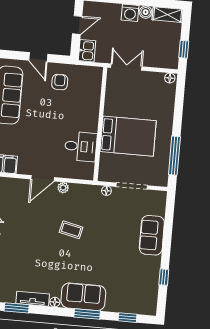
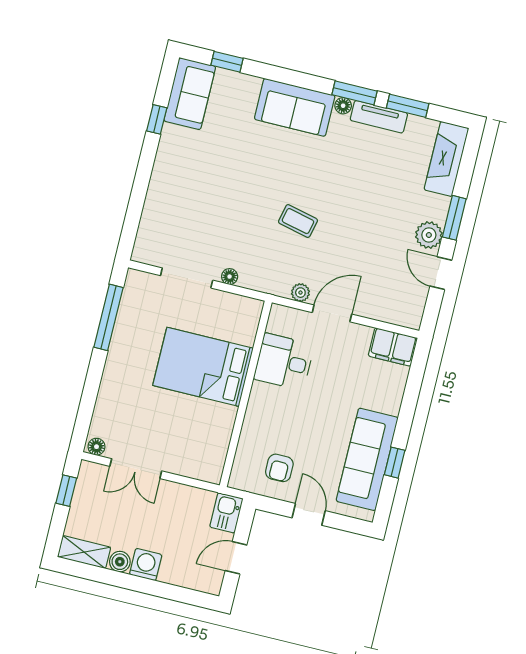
double door: (126, 67) -> (136, 469), moved
wall: (100, 124) -> (246, 394), moved
bed: (128, 136) -> (203, 367), moved
desk: (81, 146) -> (284, 362), moved
sofa: (152, 235) -> (190, 94), moved
window: (87, 314) -> (354, 93), moved

